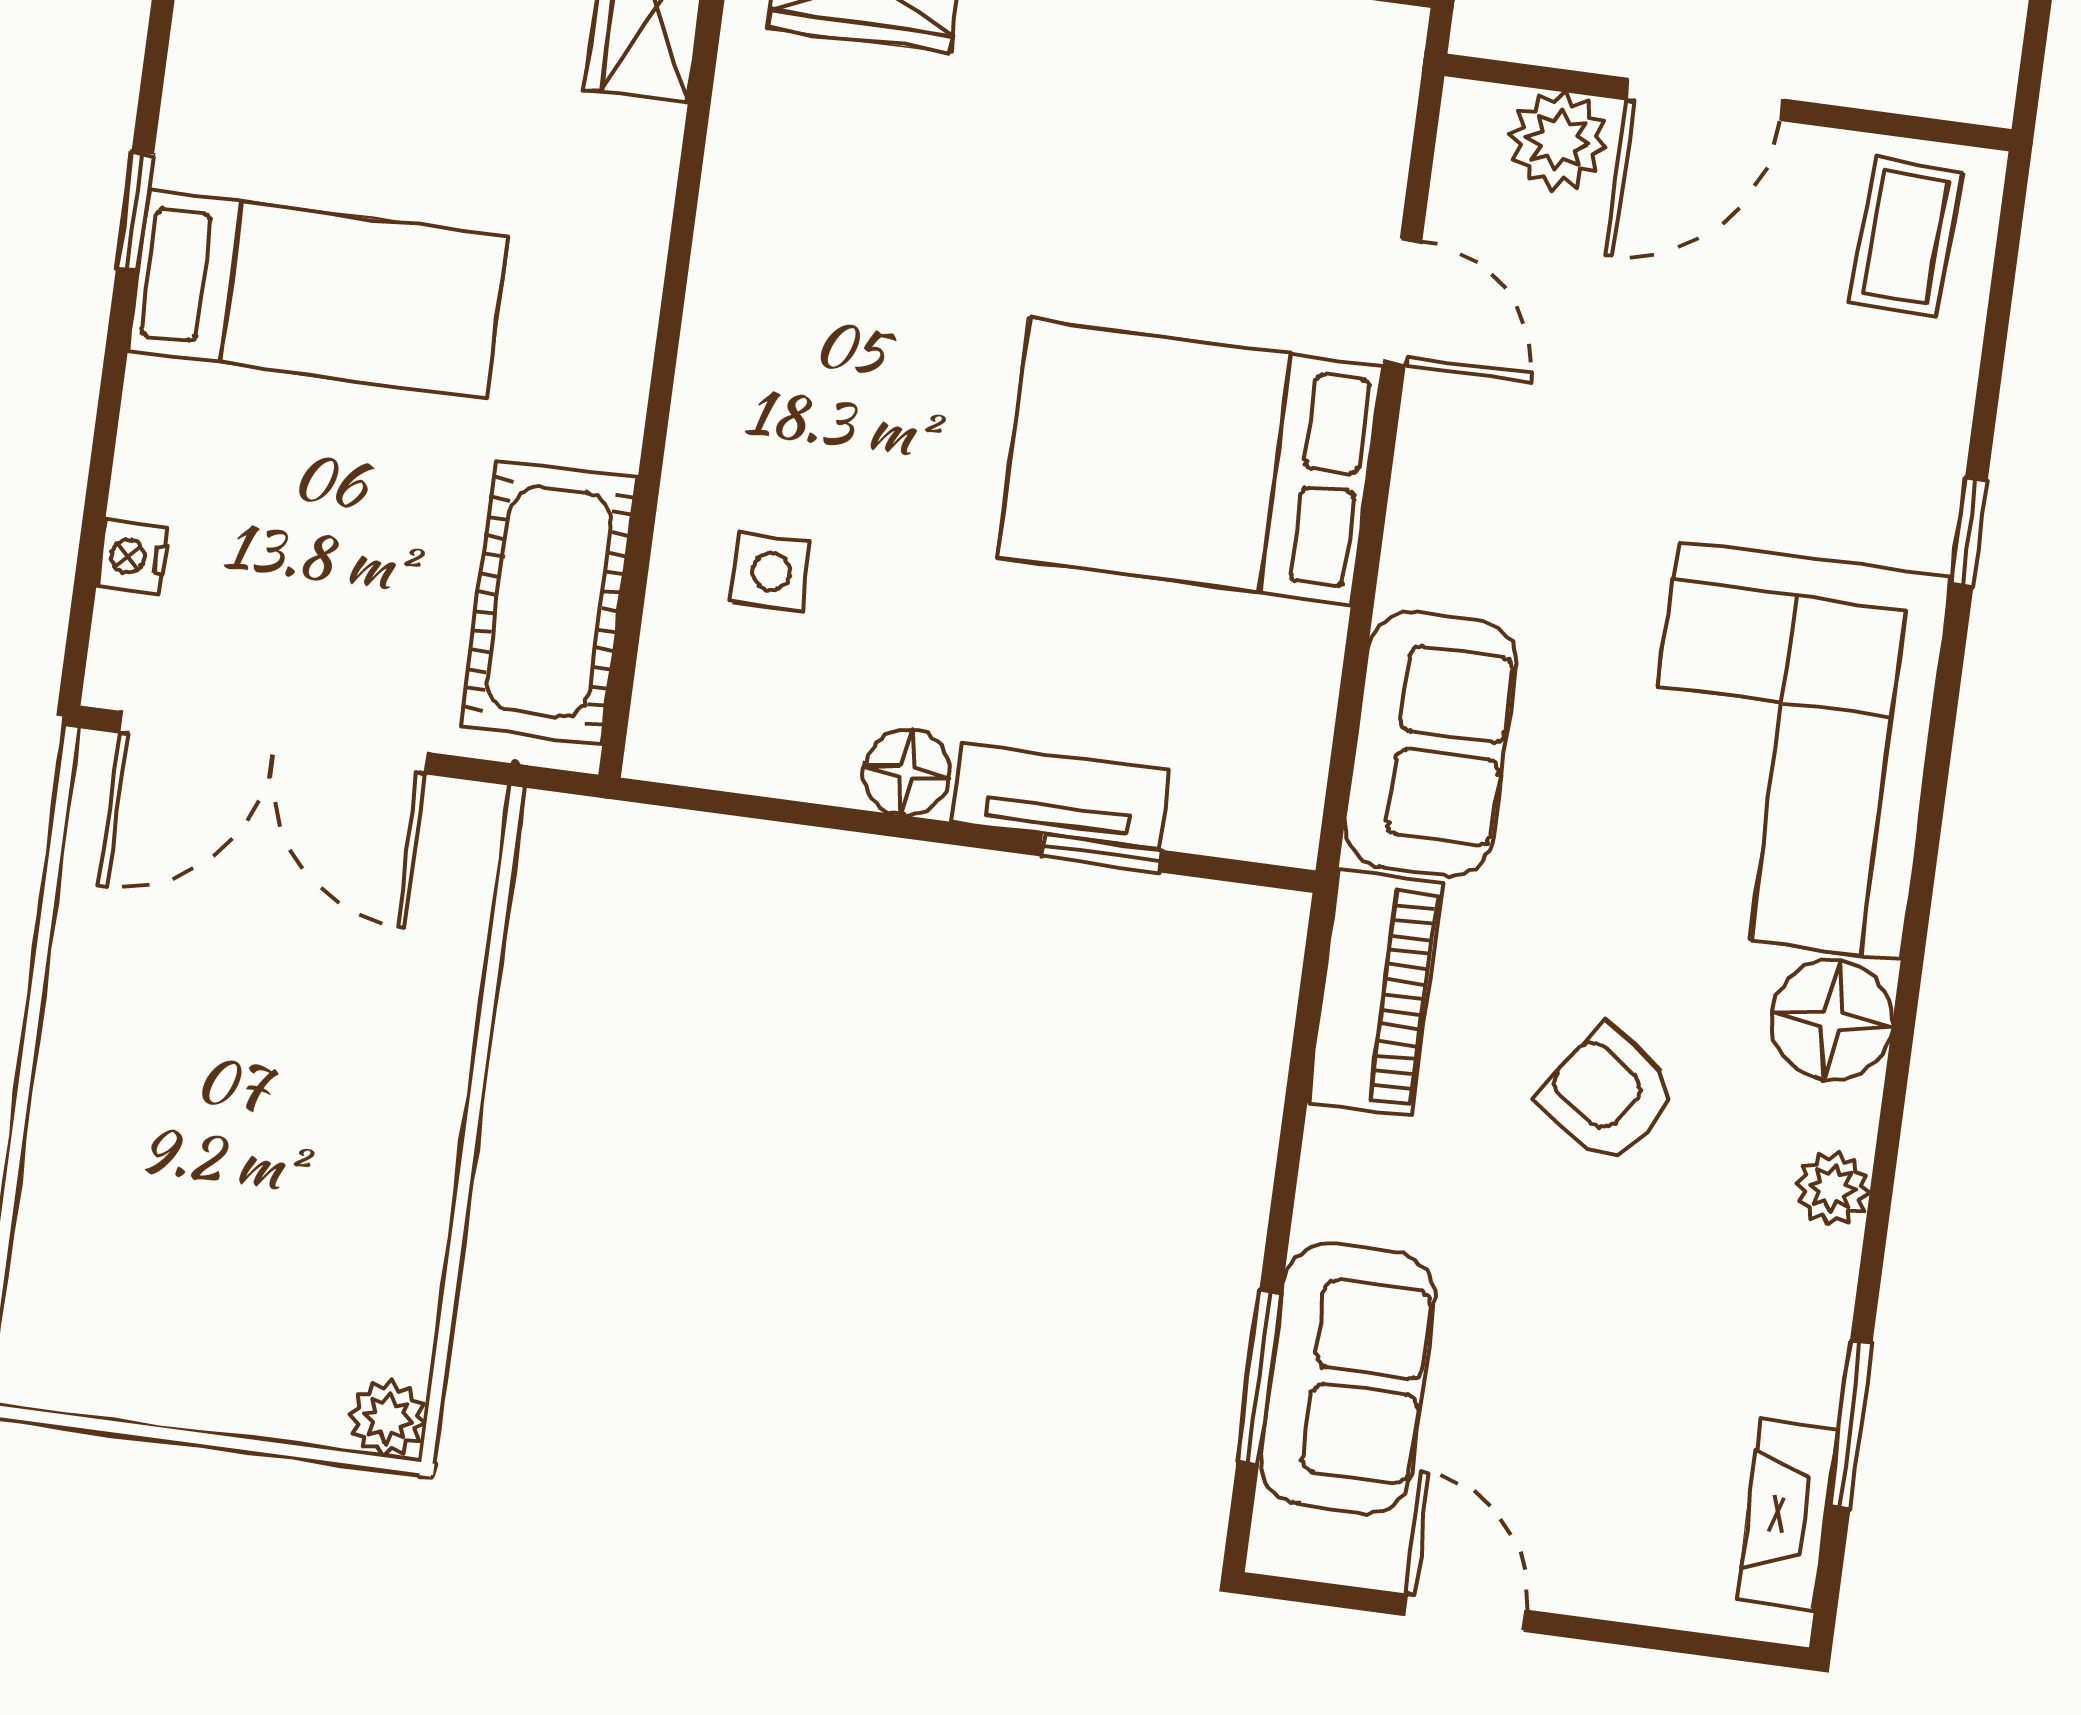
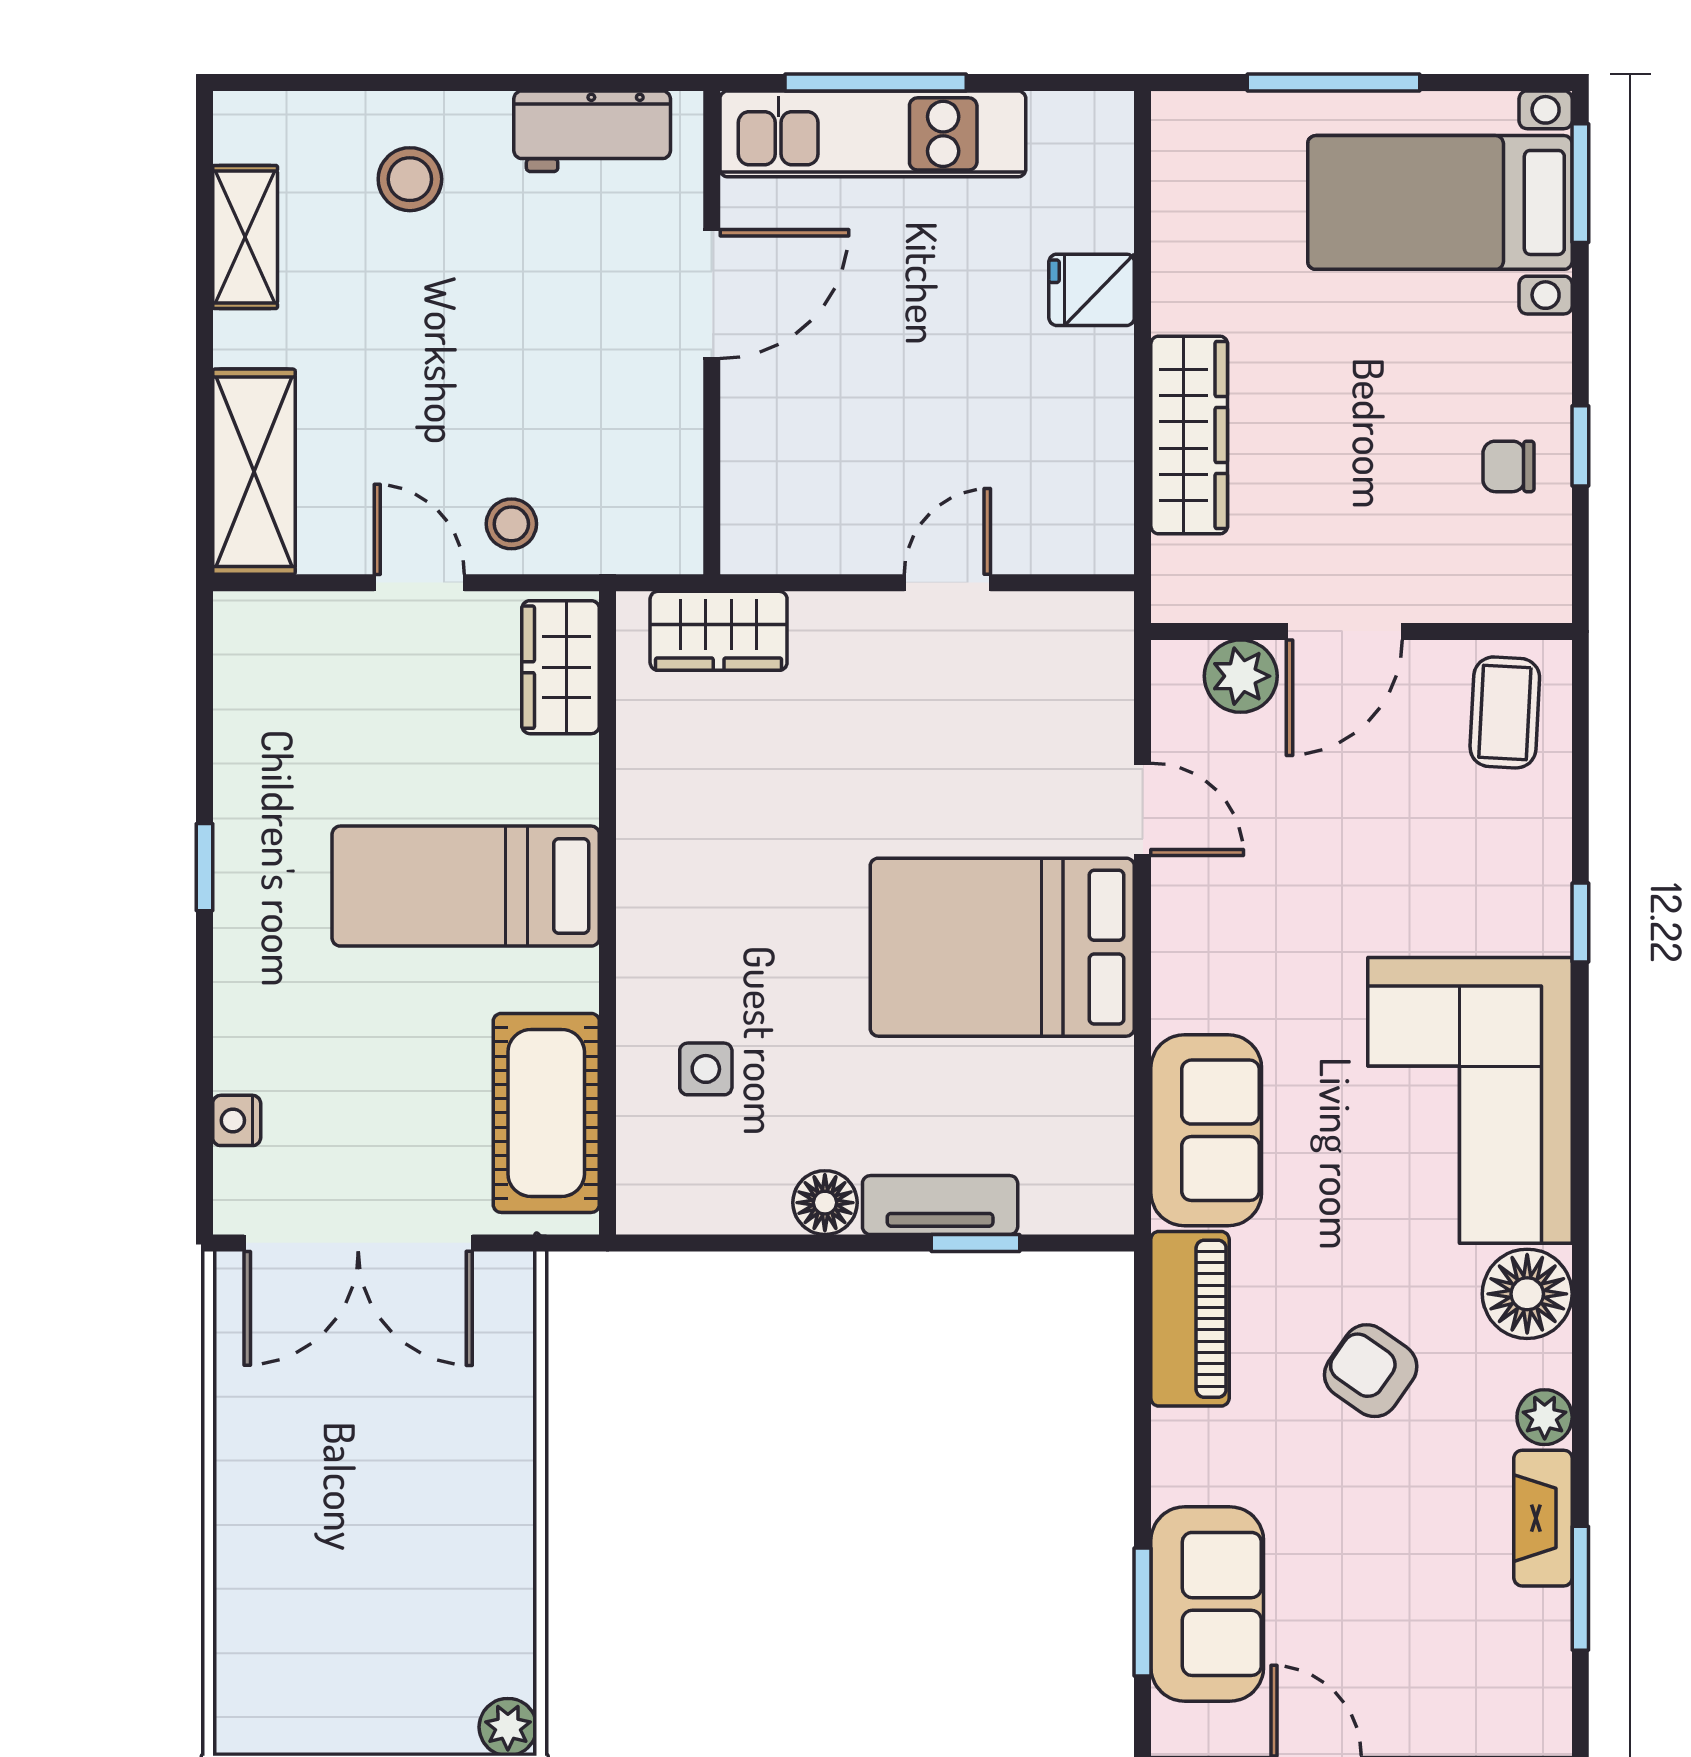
bed: (318, 293) -> (466, 886), moved, turned 180
fireplace: (1787, 1515) -> (1543, 1518), moved

